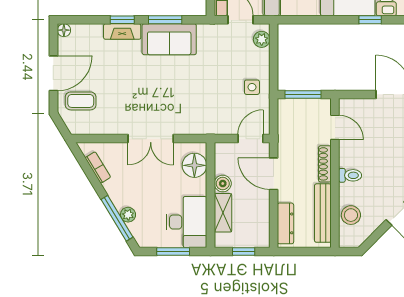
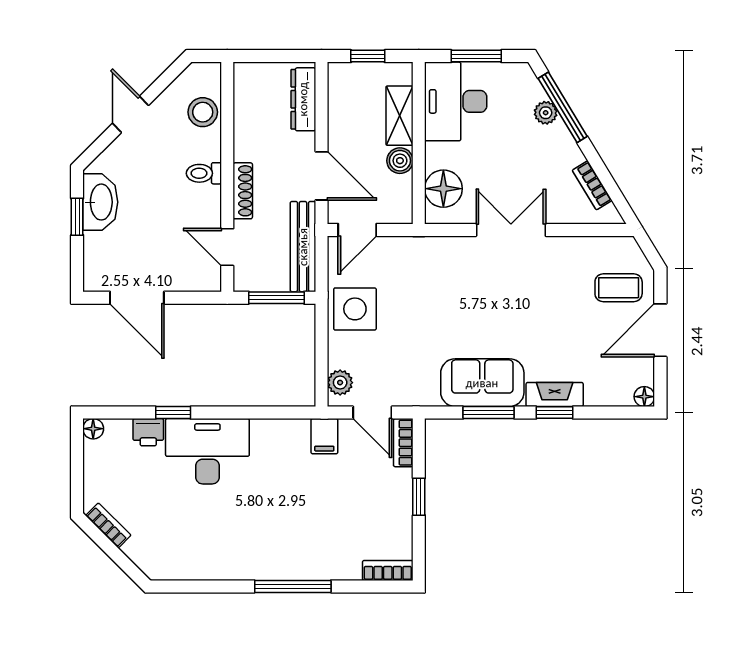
side table: (252, 87) -> (355, 309), width x1.87, depth x1.87
bench: (323, 213) -> (303, 247), moved

